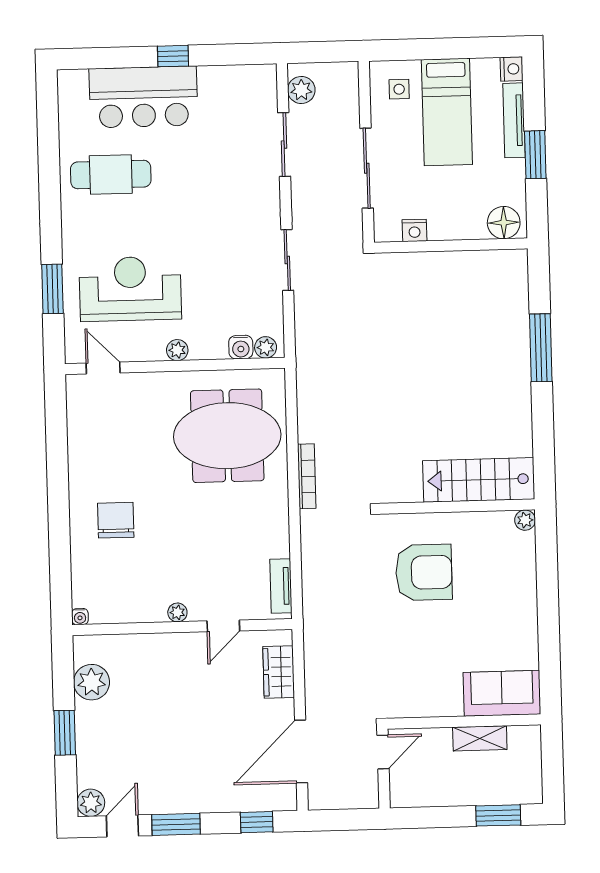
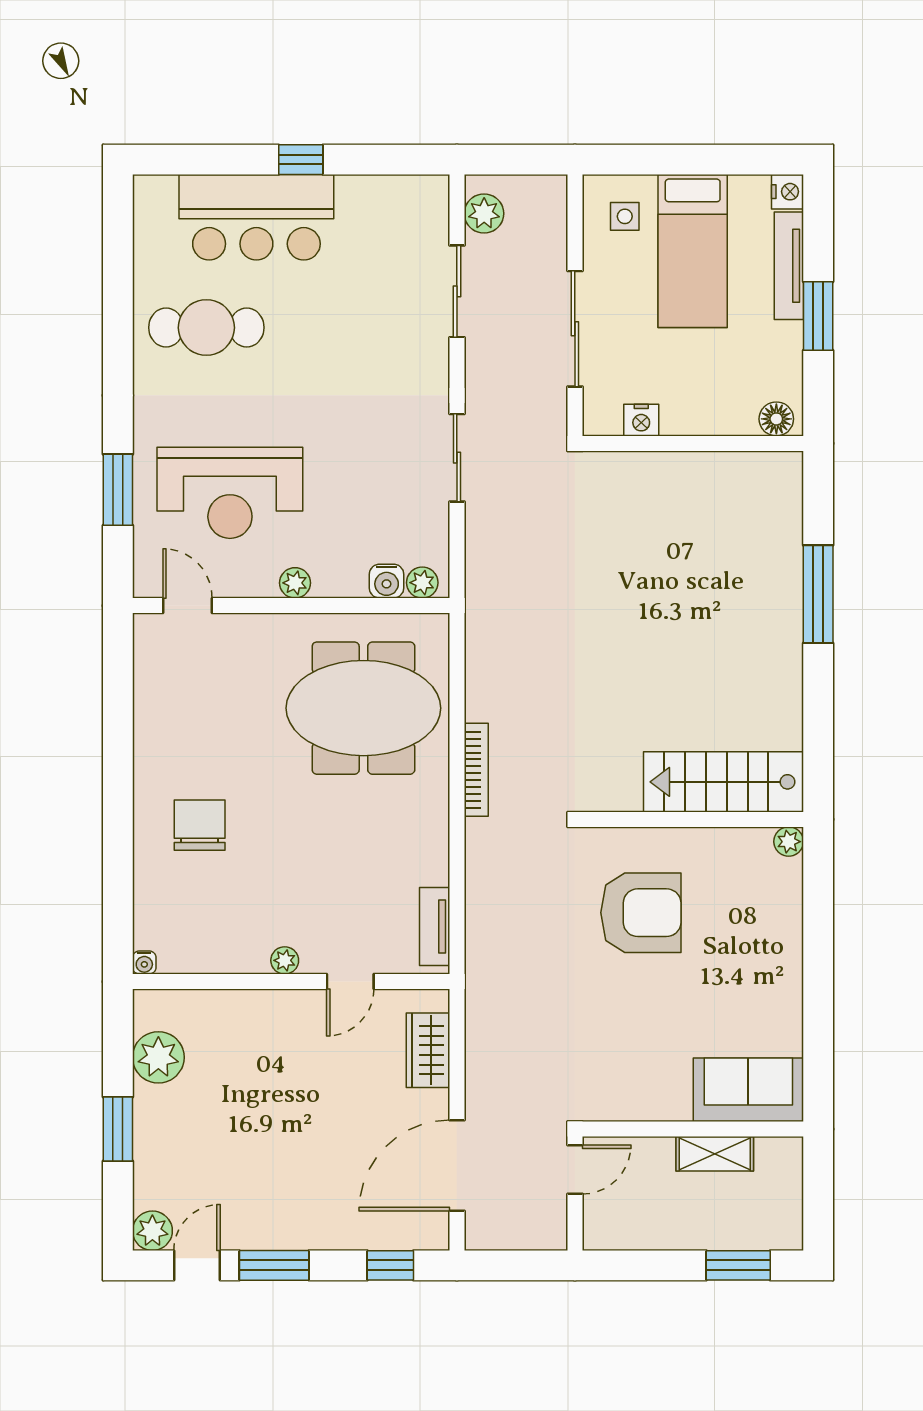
floor lamp: (504, 223) -> (776, 419), width x0.73, depth x0.73
reception desk: (130, 289) -> (230, 493), turned 180

